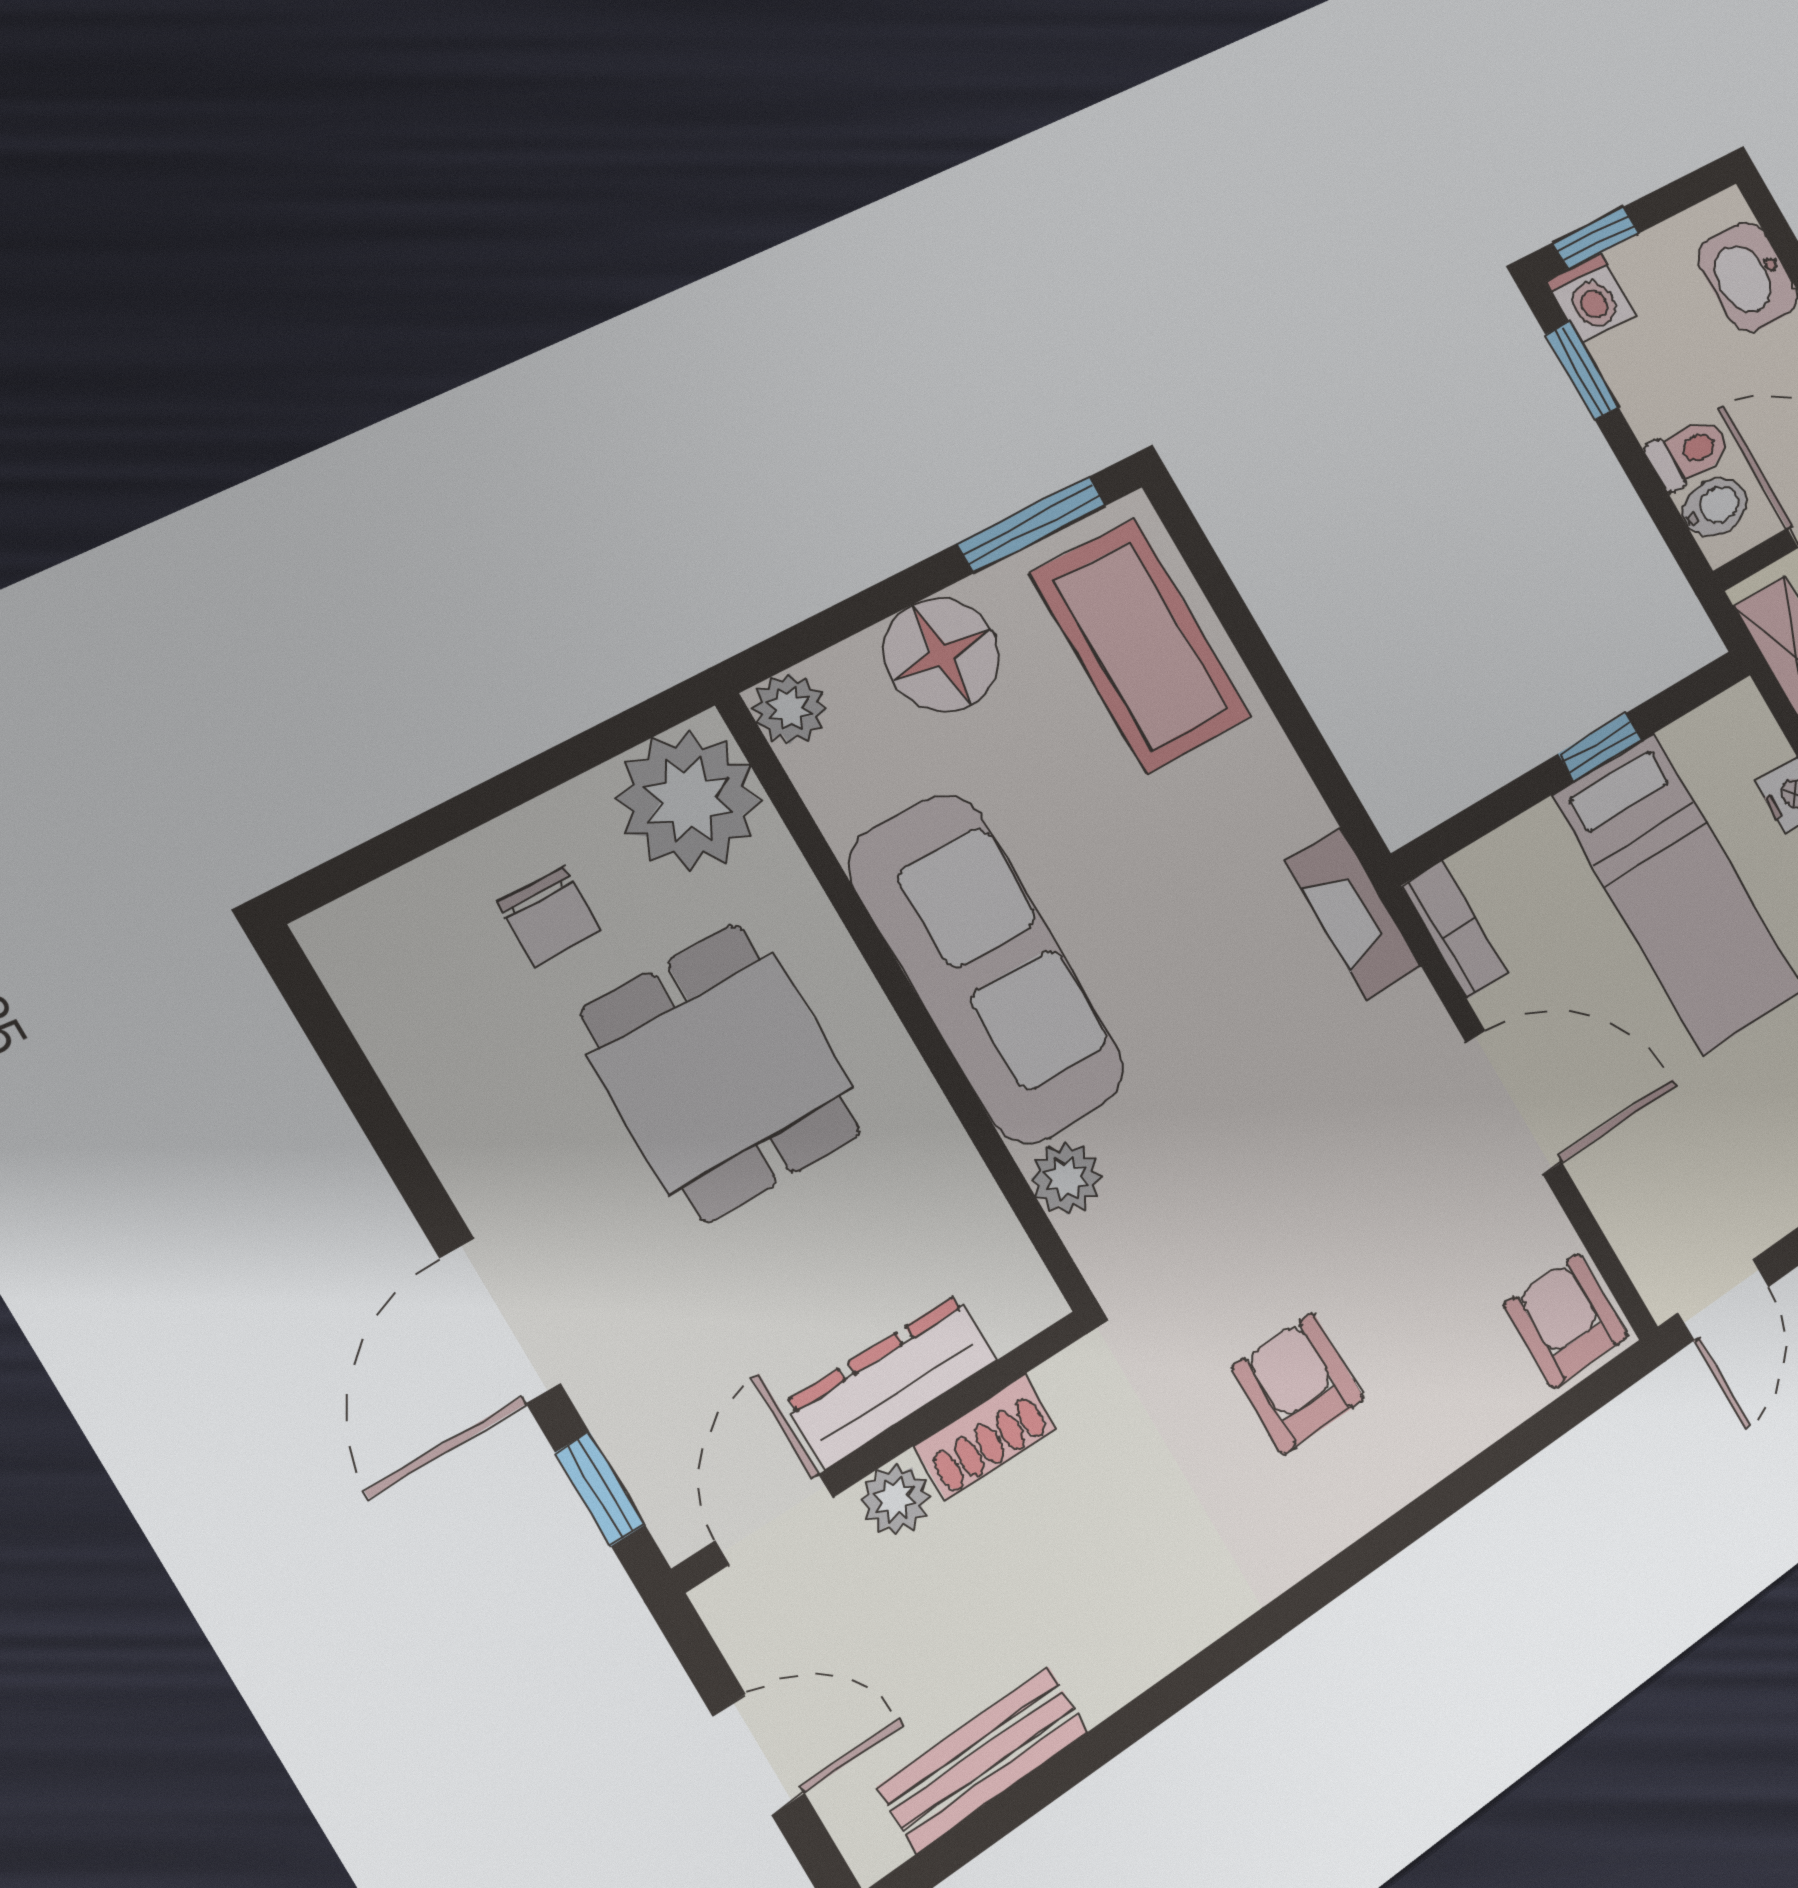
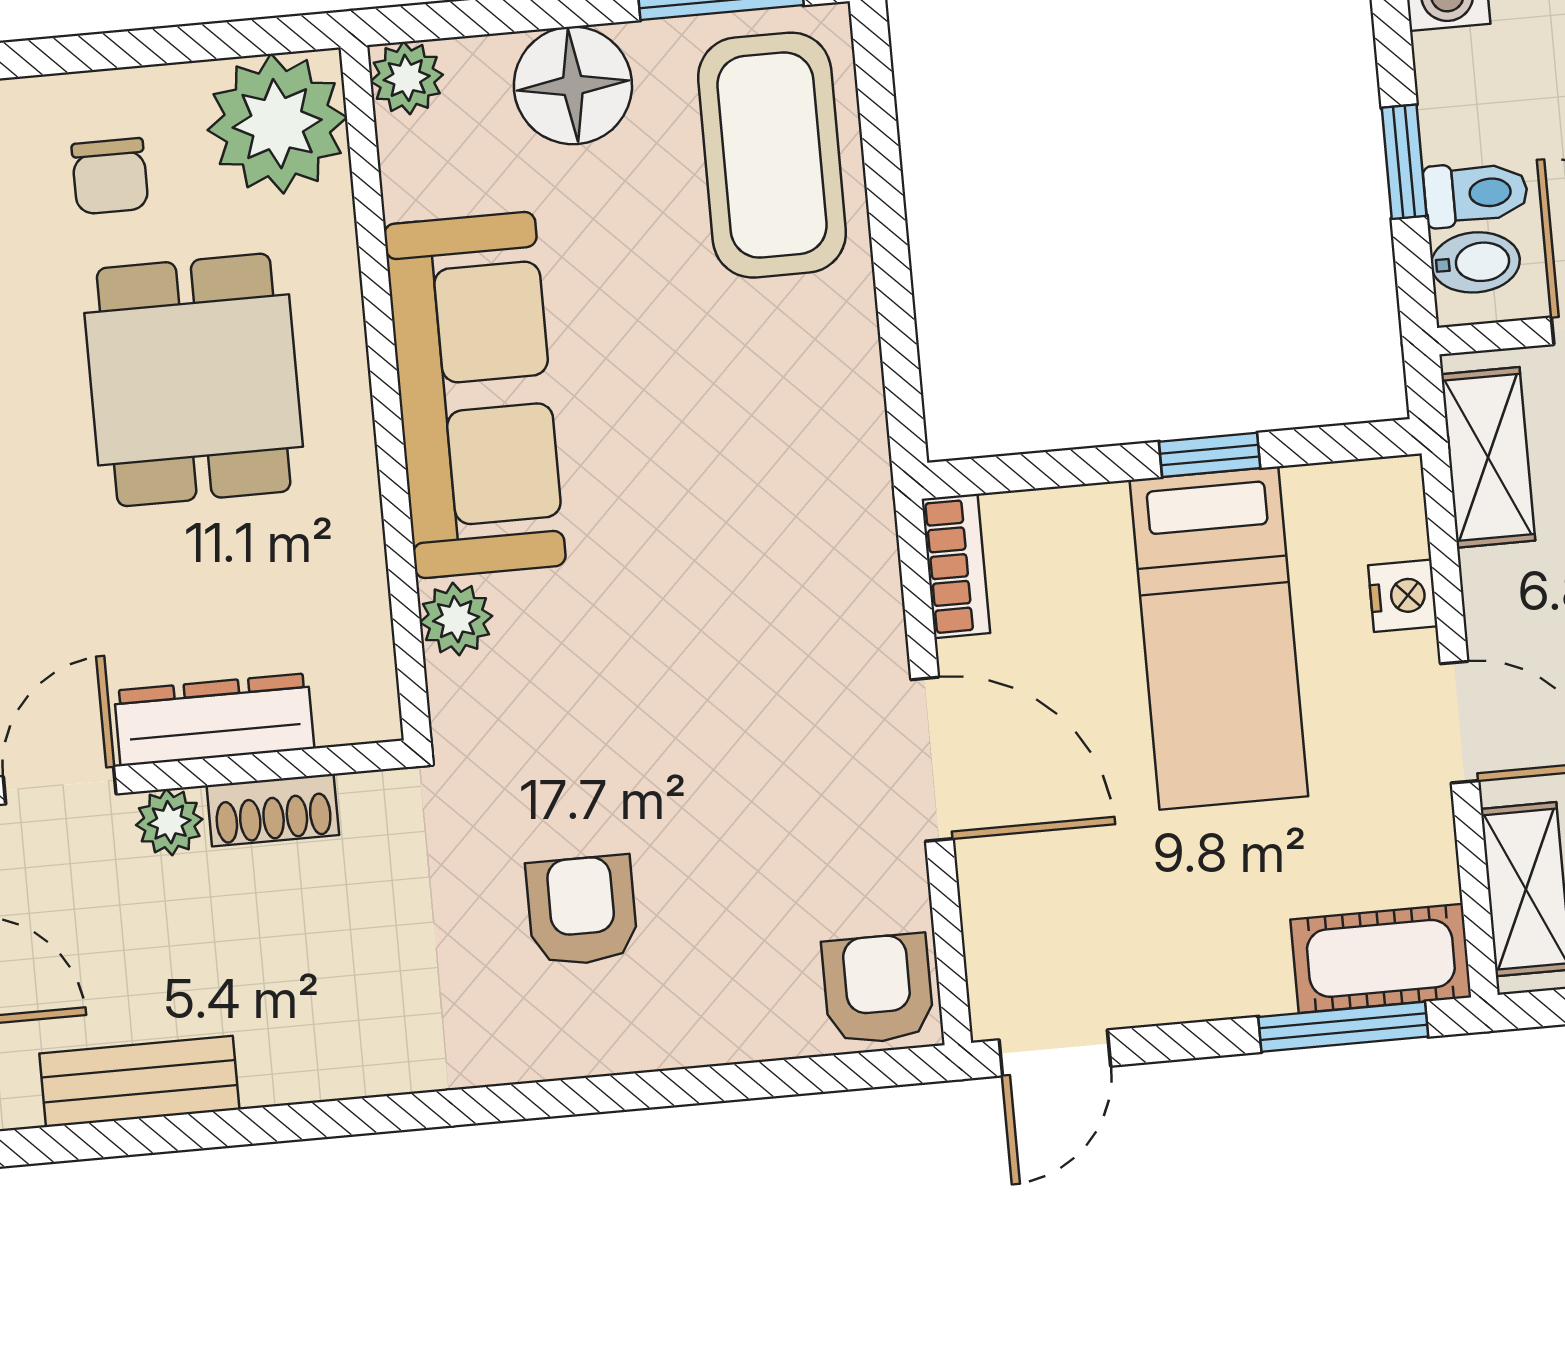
window: (1582, 371) -> (1404, 162), moved
fireplace: (1354, 914) -> (859, 504), removed

